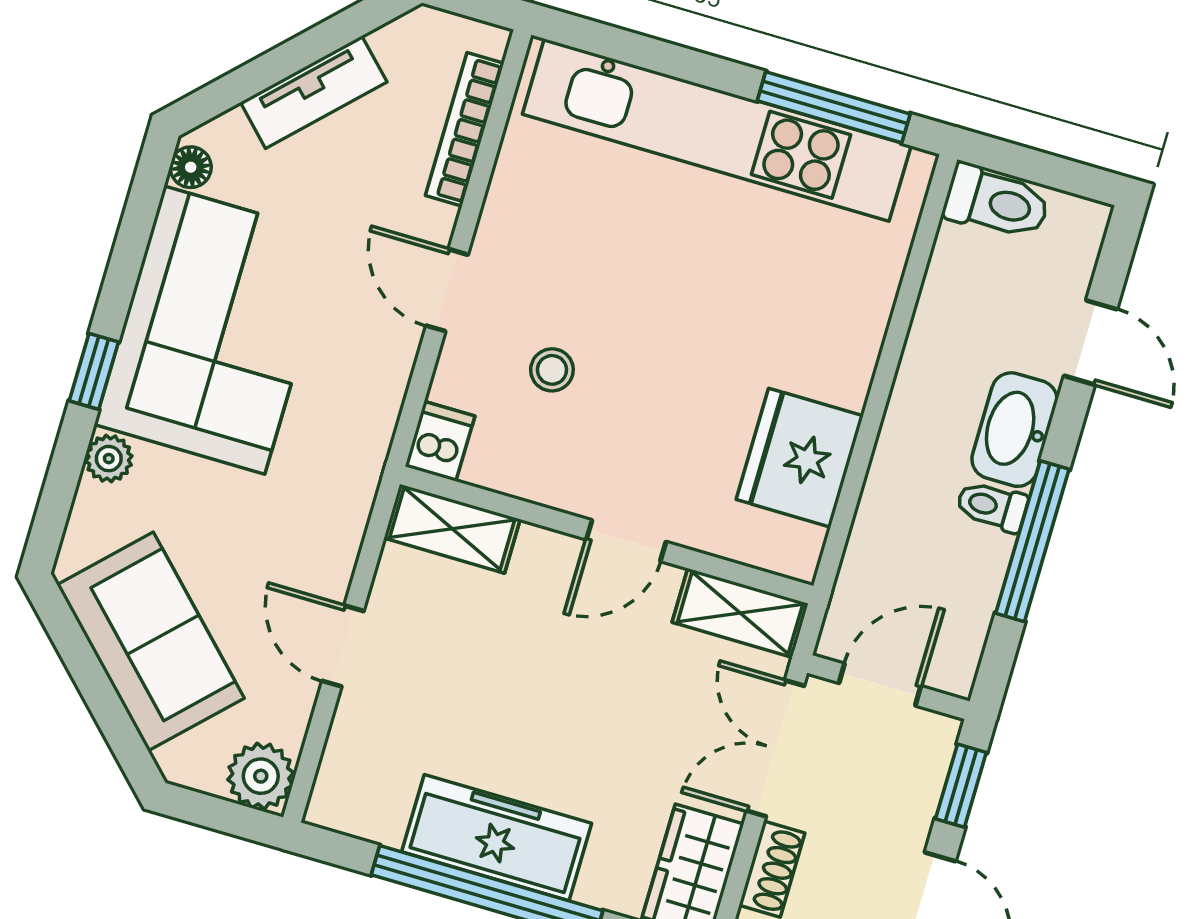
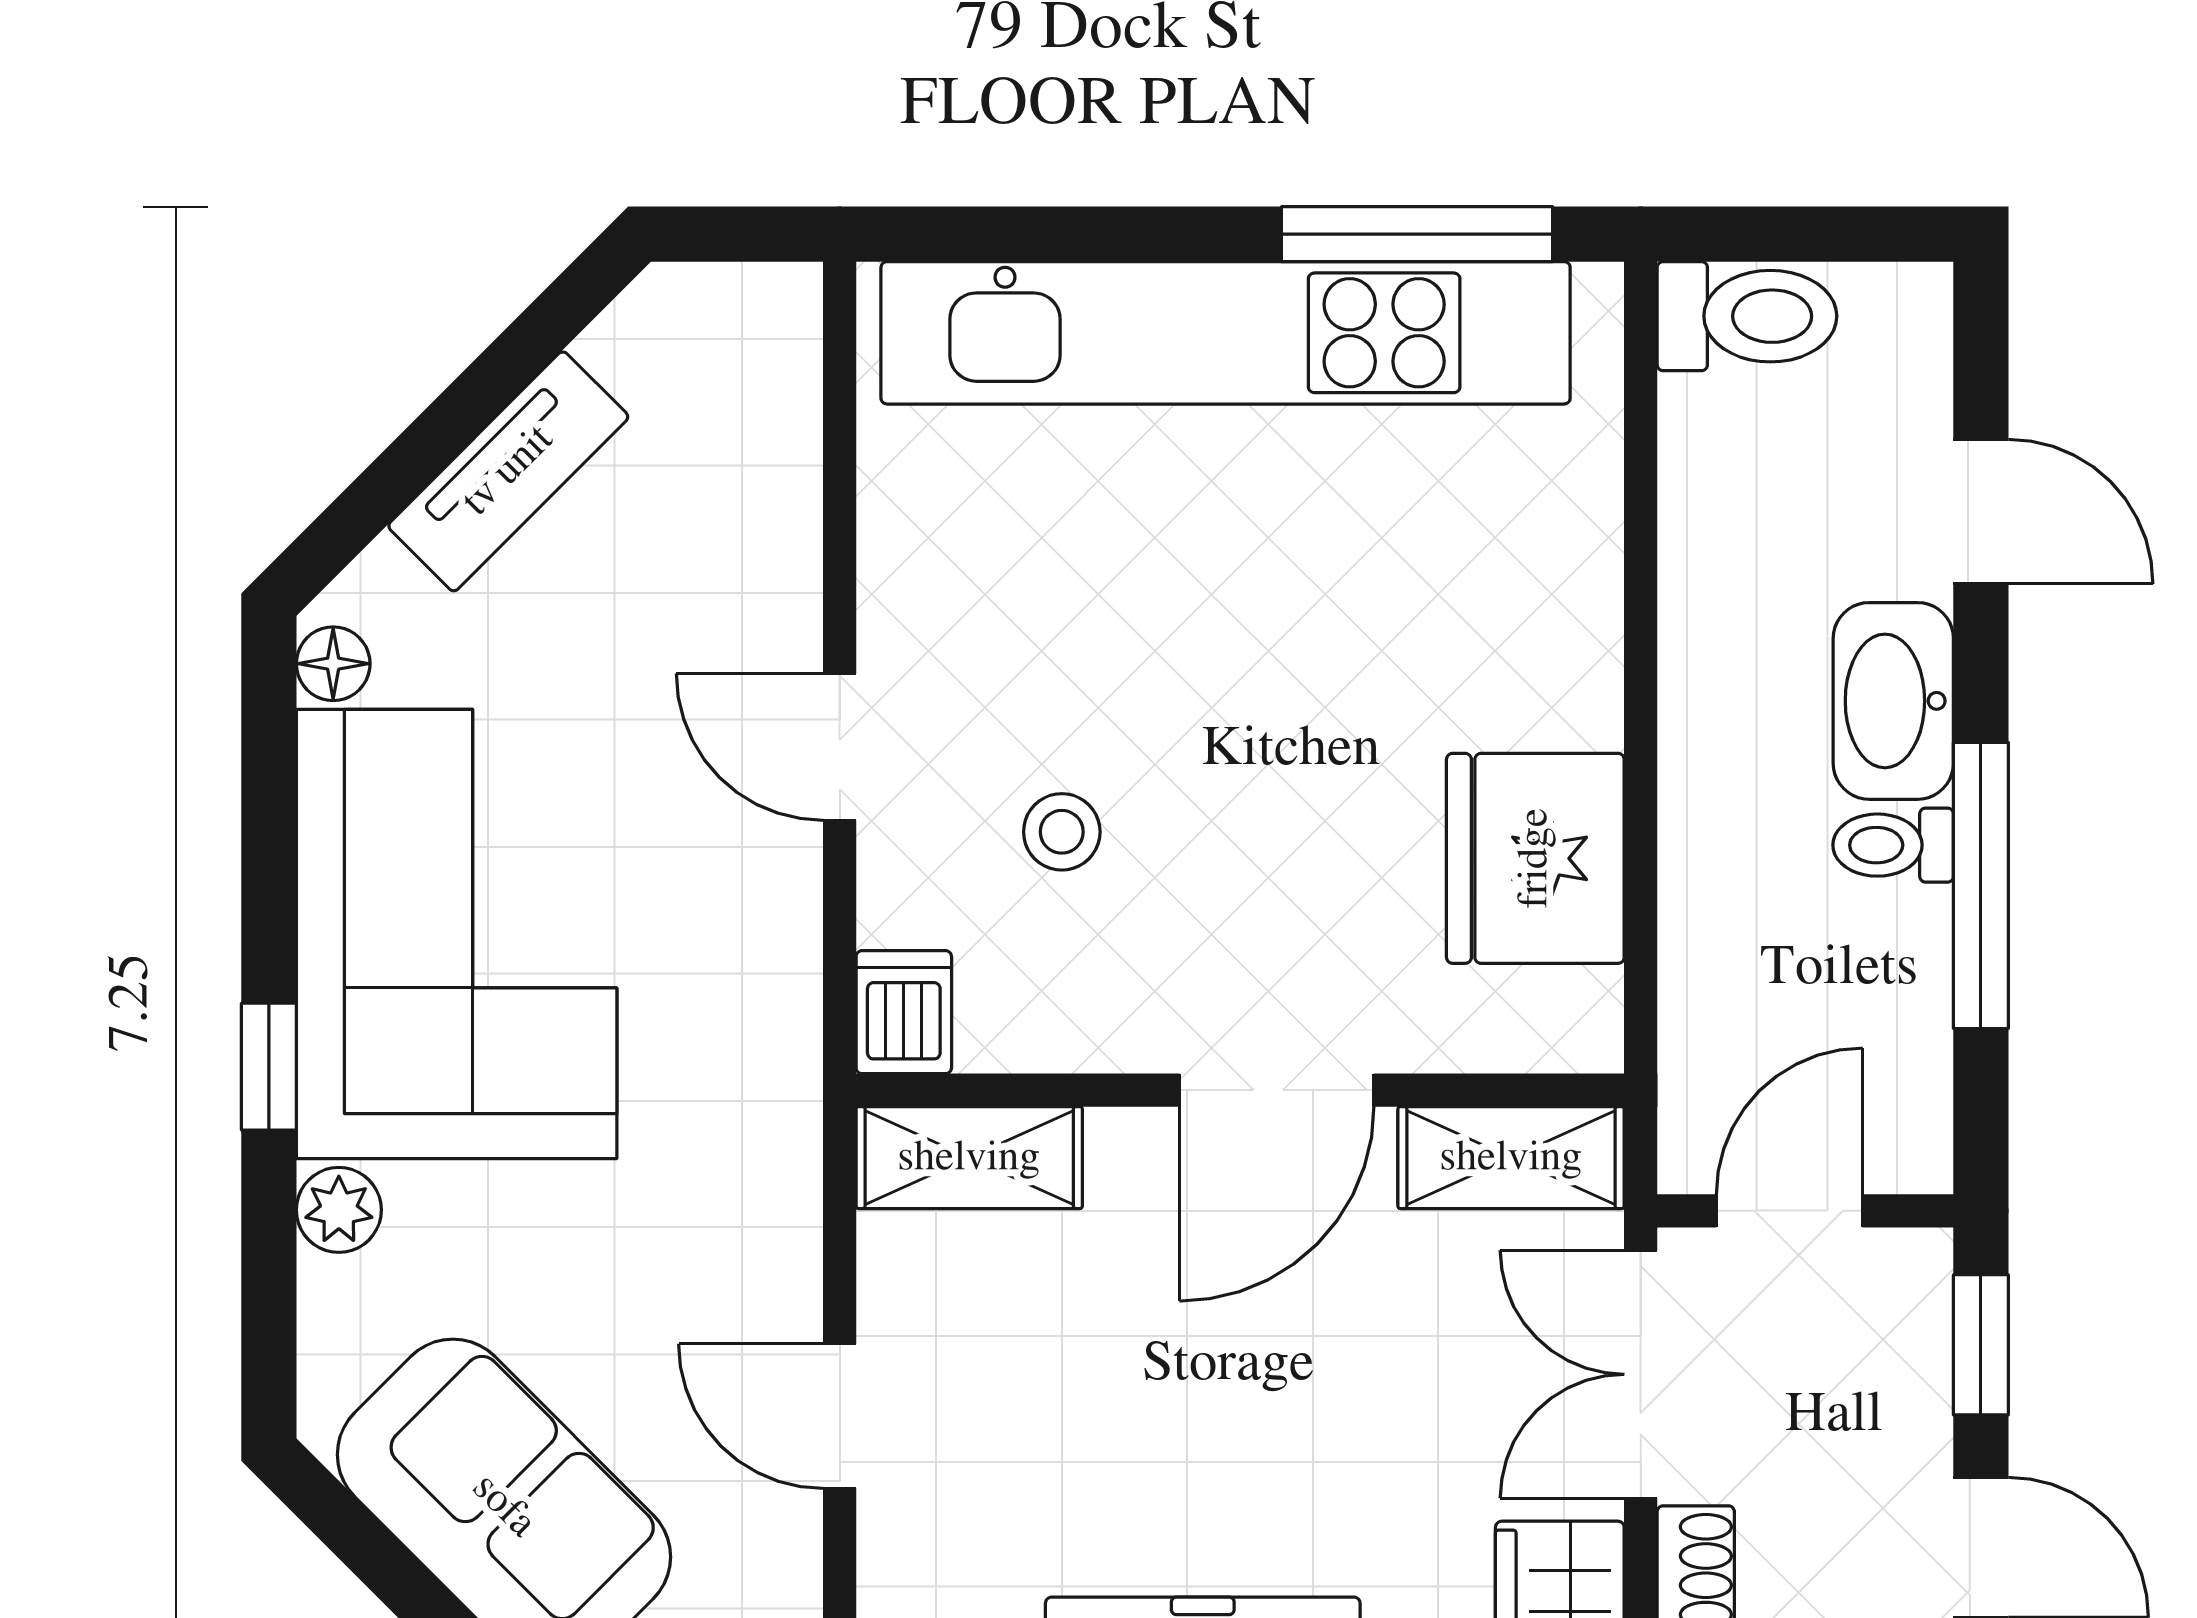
bookcase: (465, 129) -> (789, 459), removed
door: (626, 541) -> (1277, 1090), width x1.38

